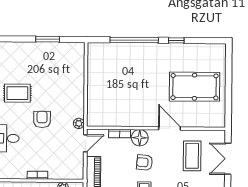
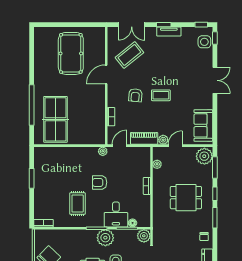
window: (176, 40) -> (32, 69), removed
table tennis table: (117, 68) -> (55, 119), added
floor lamp: (140, 138) -> (114, 100), removed
door: (85, 143) -> (120, 146), hinge flipped
coffee table: (192, 156) -> (129, 55), turned -39

